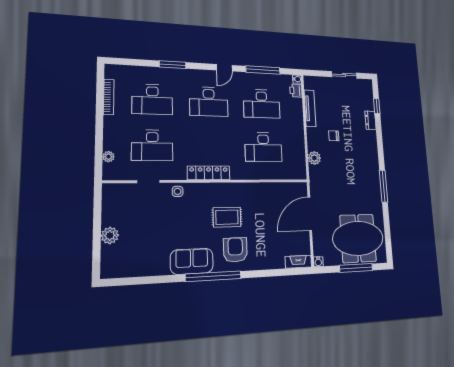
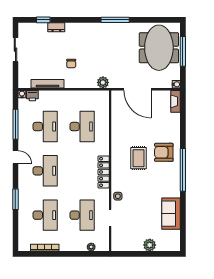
plant: (314, 158) -> (103, 82), moved
sofa: (192, 261) -> (171, 214), moved

